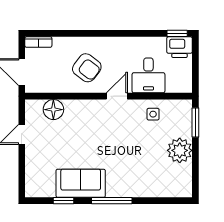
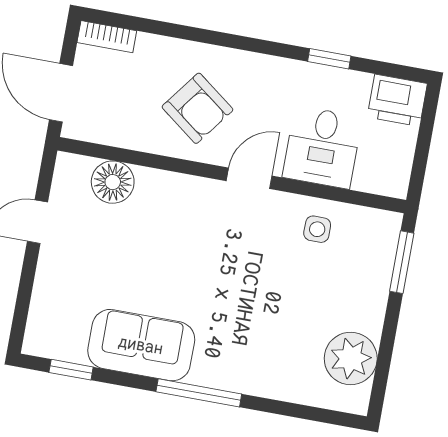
window: (177, 33) -> (329, 59), moved
plant: (180, 150) -> (351, 358), moved
window: (63, 201) -> (71, 370), moved

